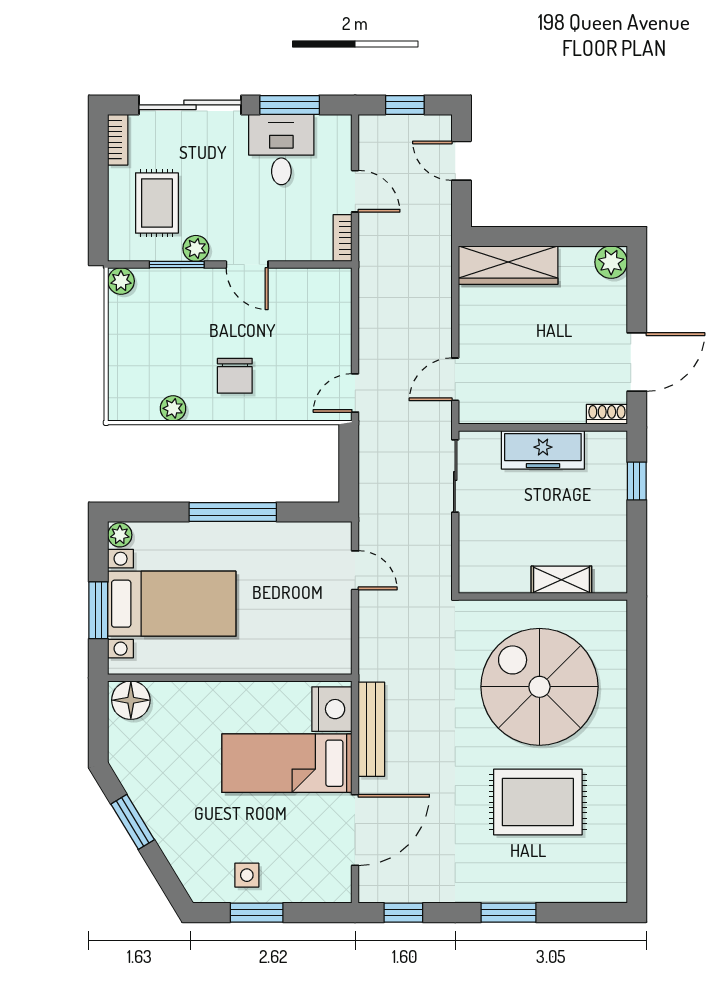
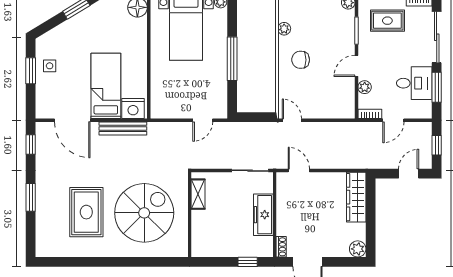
plant: (196, 248) -> (365, 87), moved
shelving: (561, 580) -> (198, 194), moved

